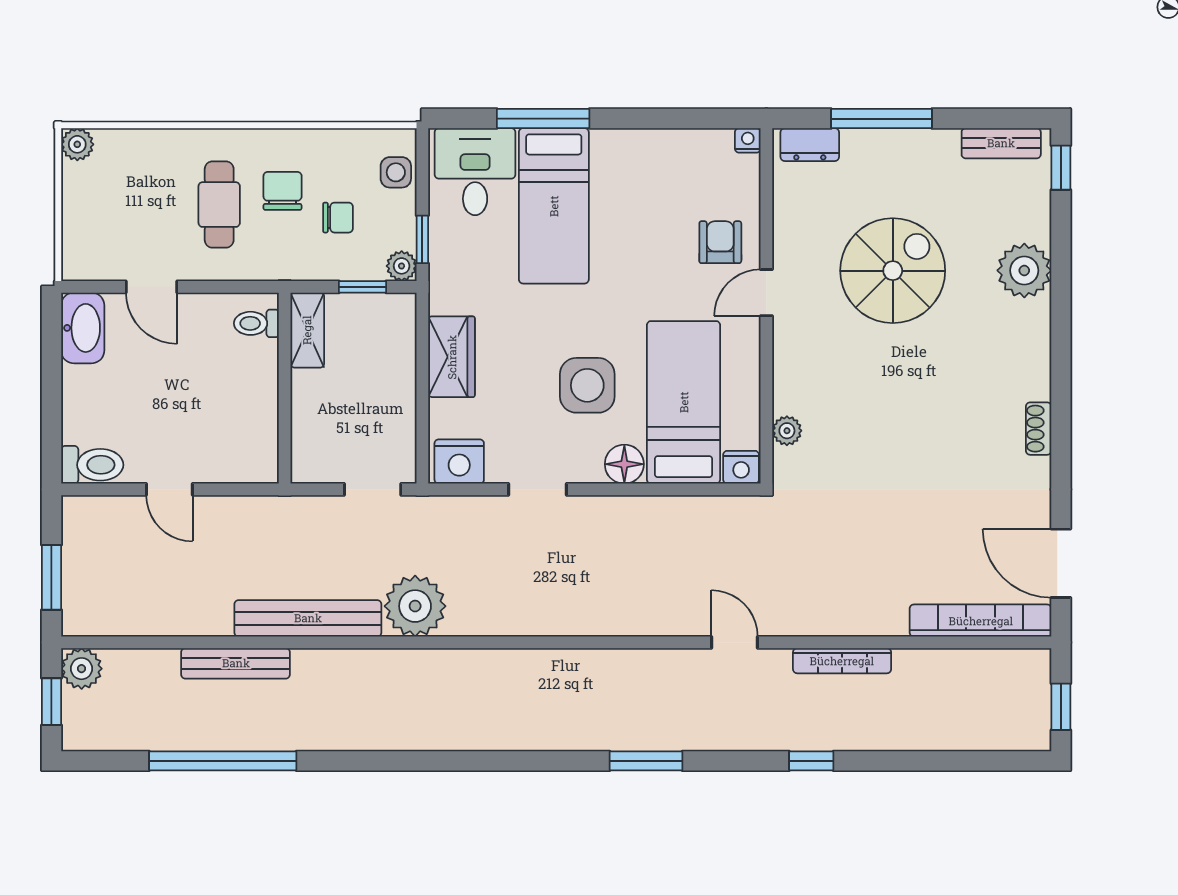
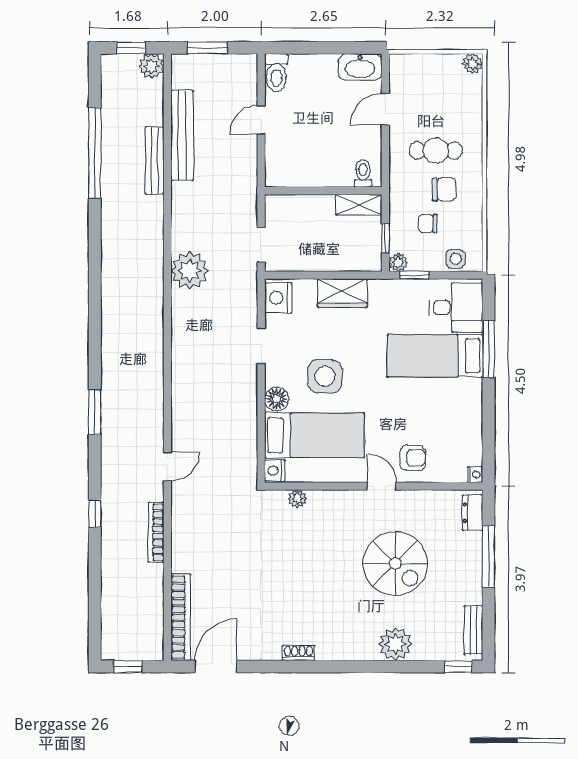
chair: (338, 218) -> (428, 223), turned 90
bench: (308, 618) -> (182, 135), moved

